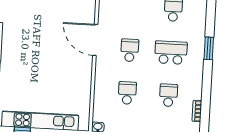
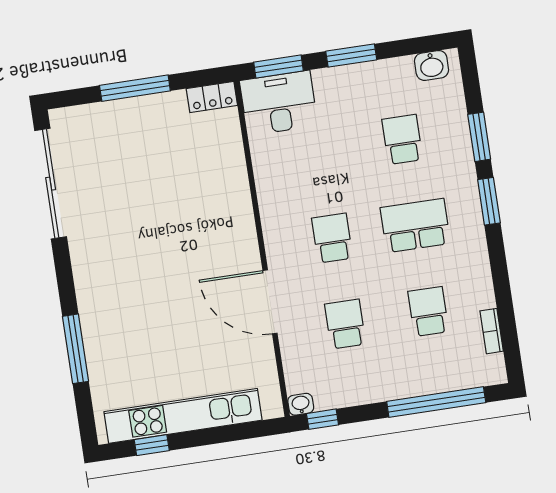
window: (210, 16) -> (479, 137), added
door: (95, 40) -> (270, 302), moved

